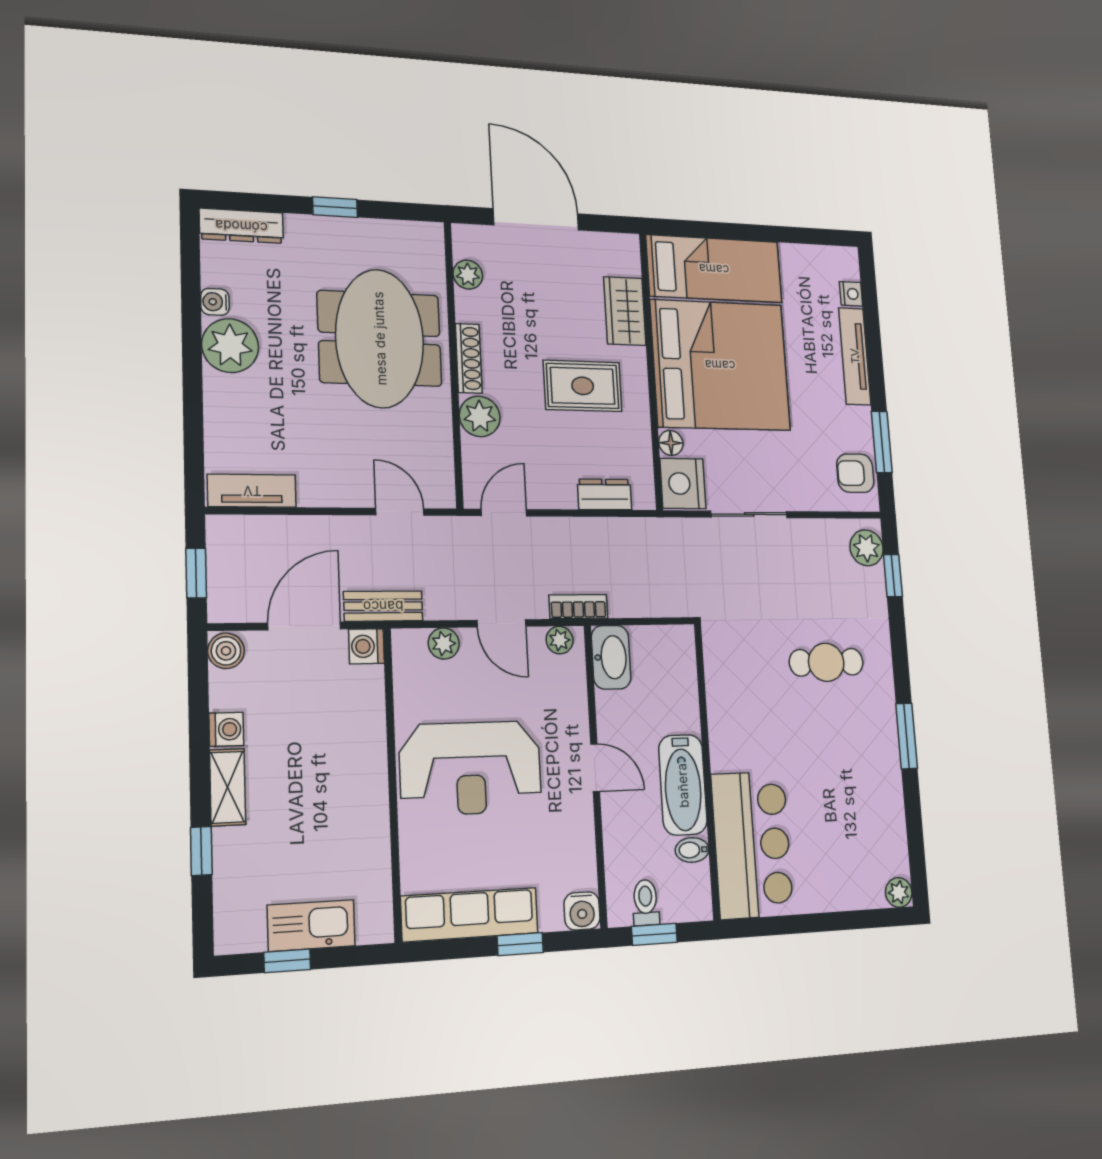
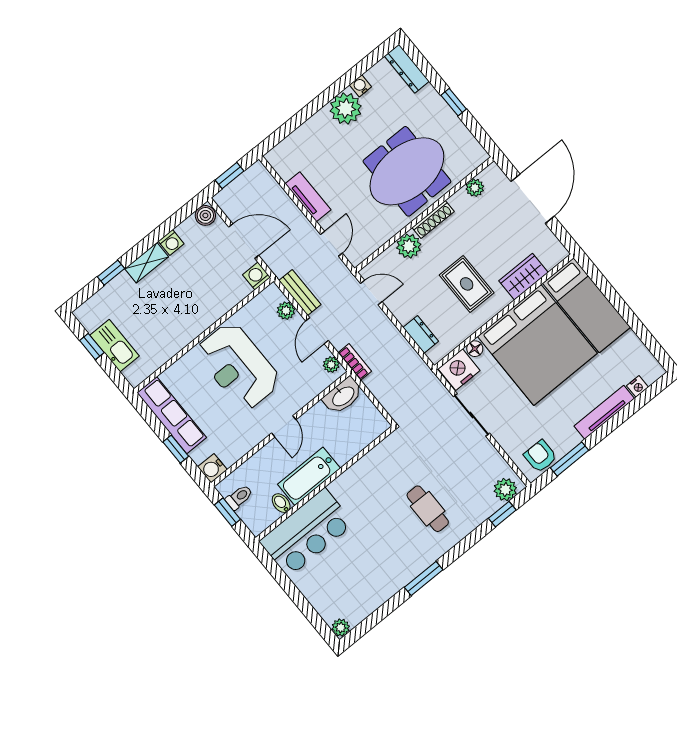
tv unit: (252, 491) -> (308, 197), moved
bench: (383, 606) -> (300, 293), moved

